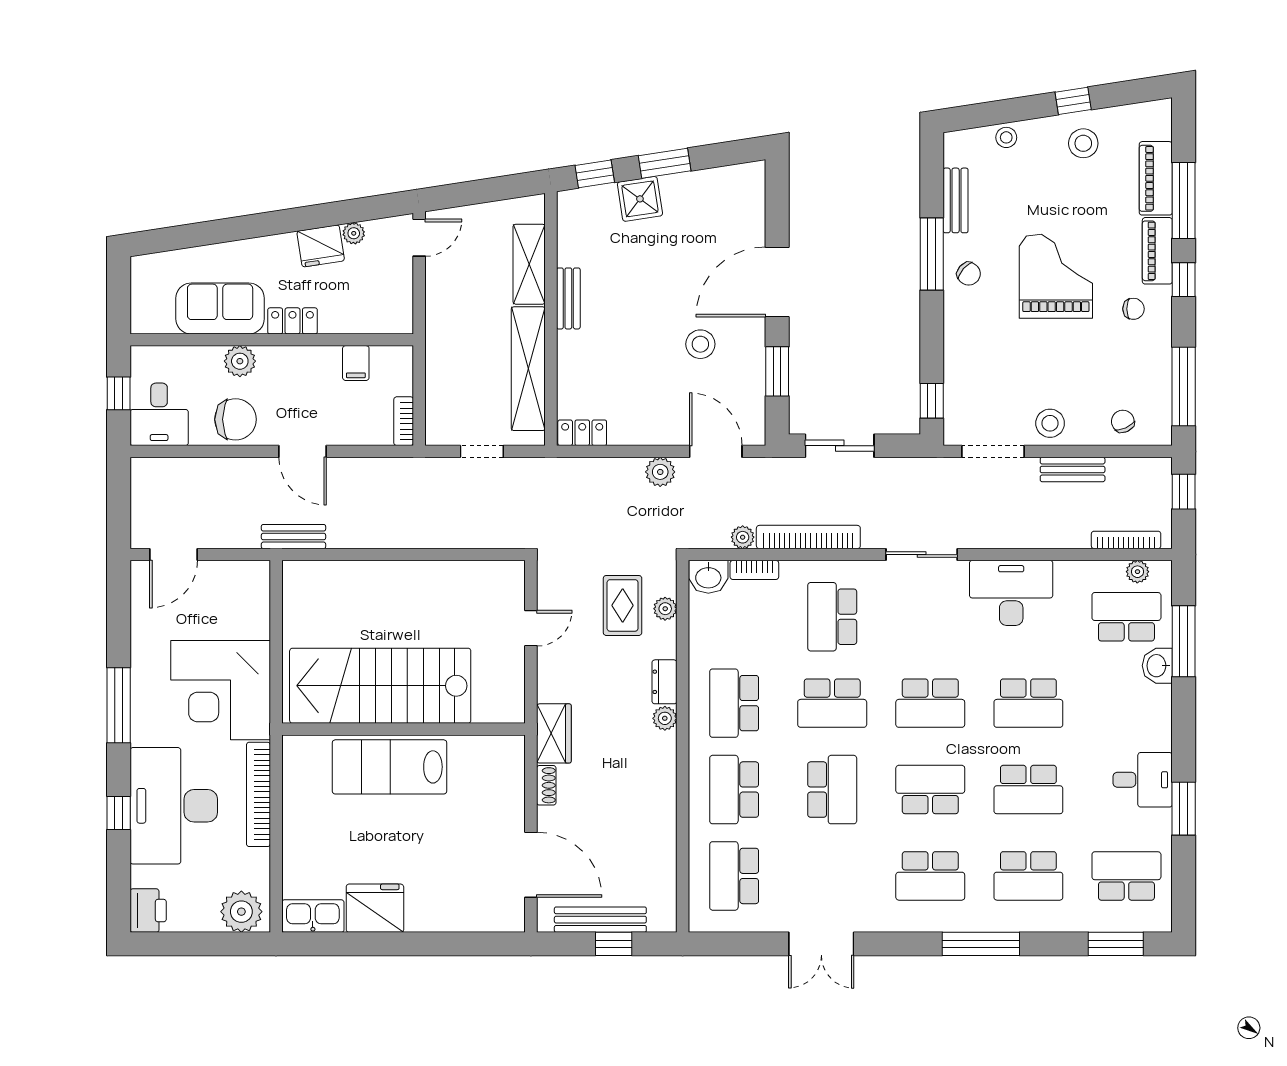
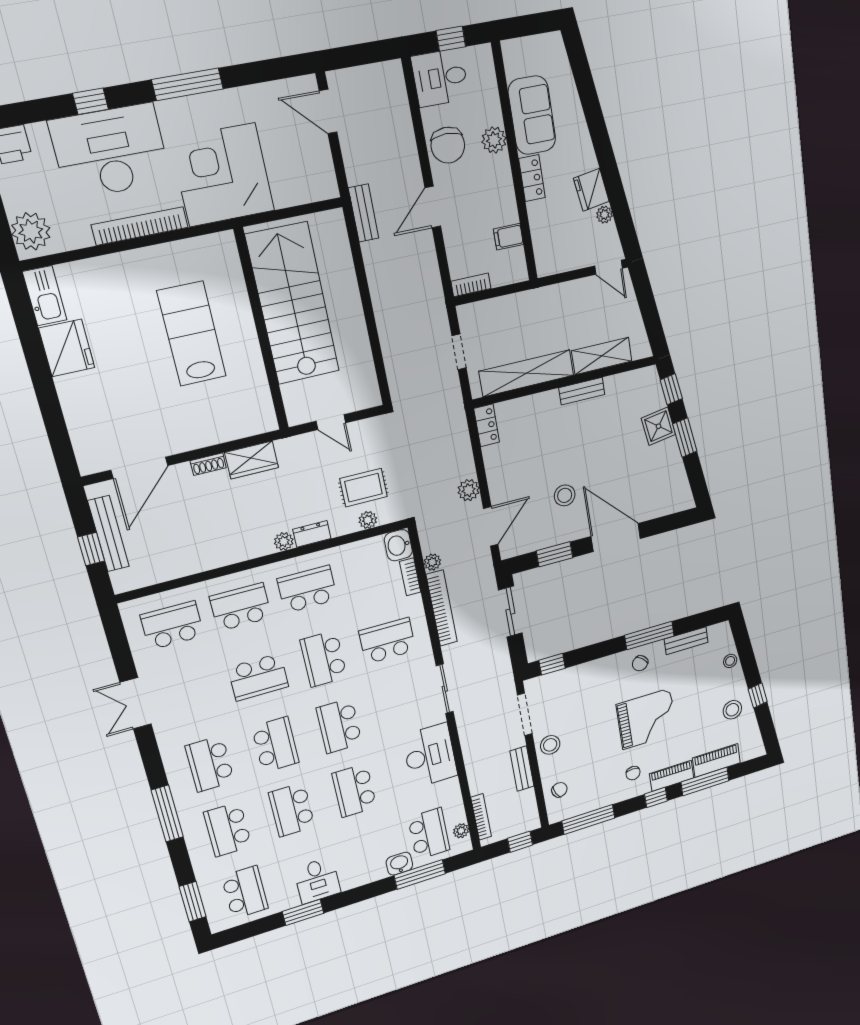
stairs: (380, 686) -> (293, 304), moved
wall: (403, 729) -> (262, 331), moved

